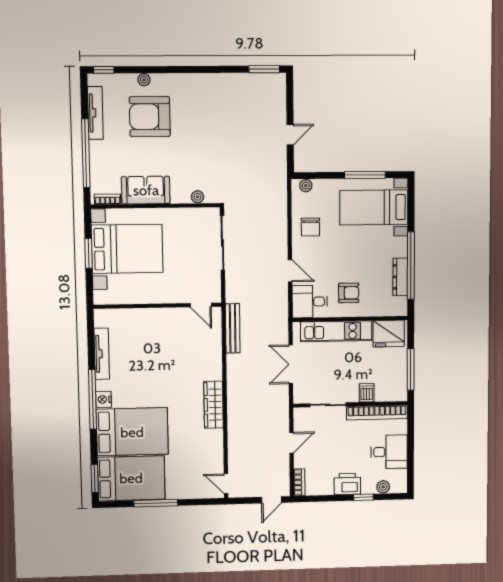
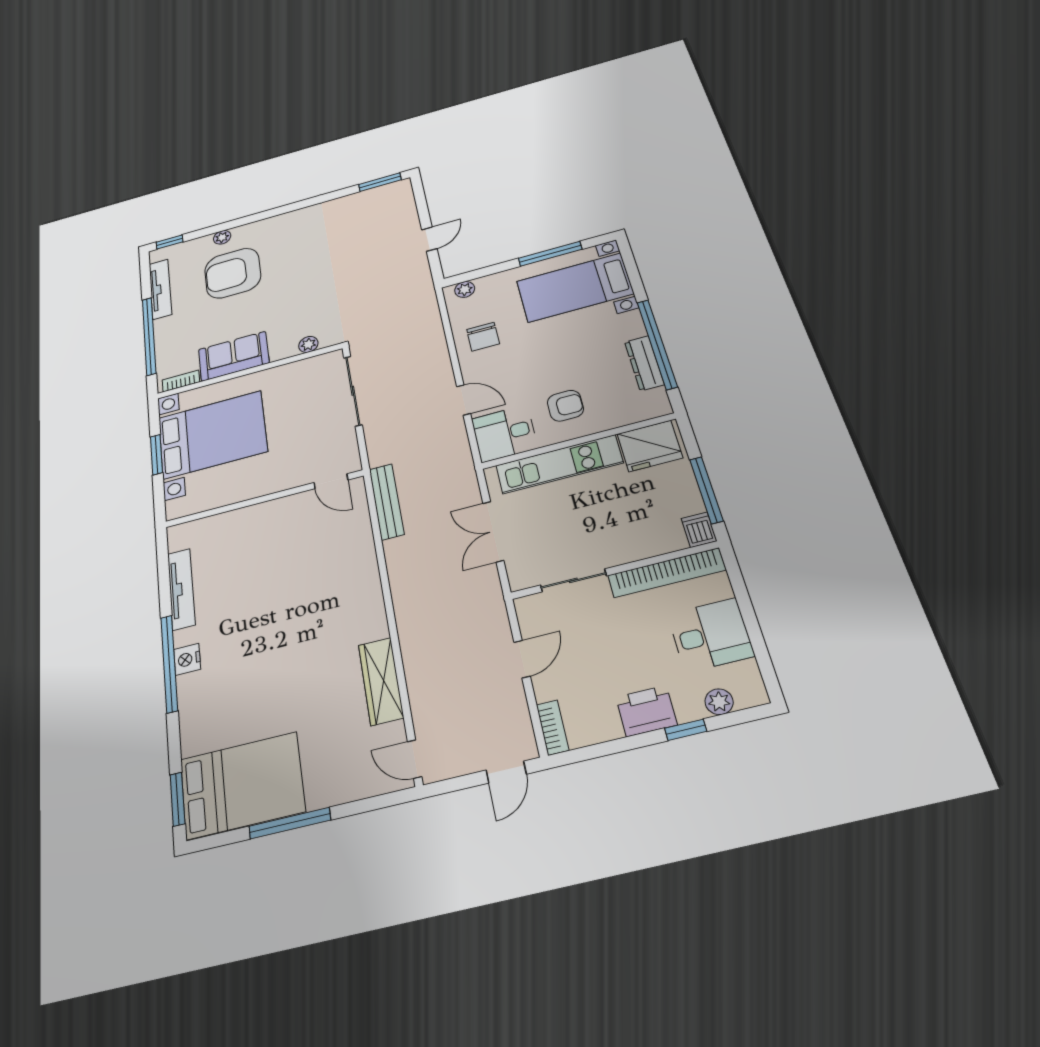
dishwasher: (367, 393) -> (699, 530), moved
wardrobe: (214, 405) -> (381, 681), moved
bed: (132, 432) -> (238, 702), removed

